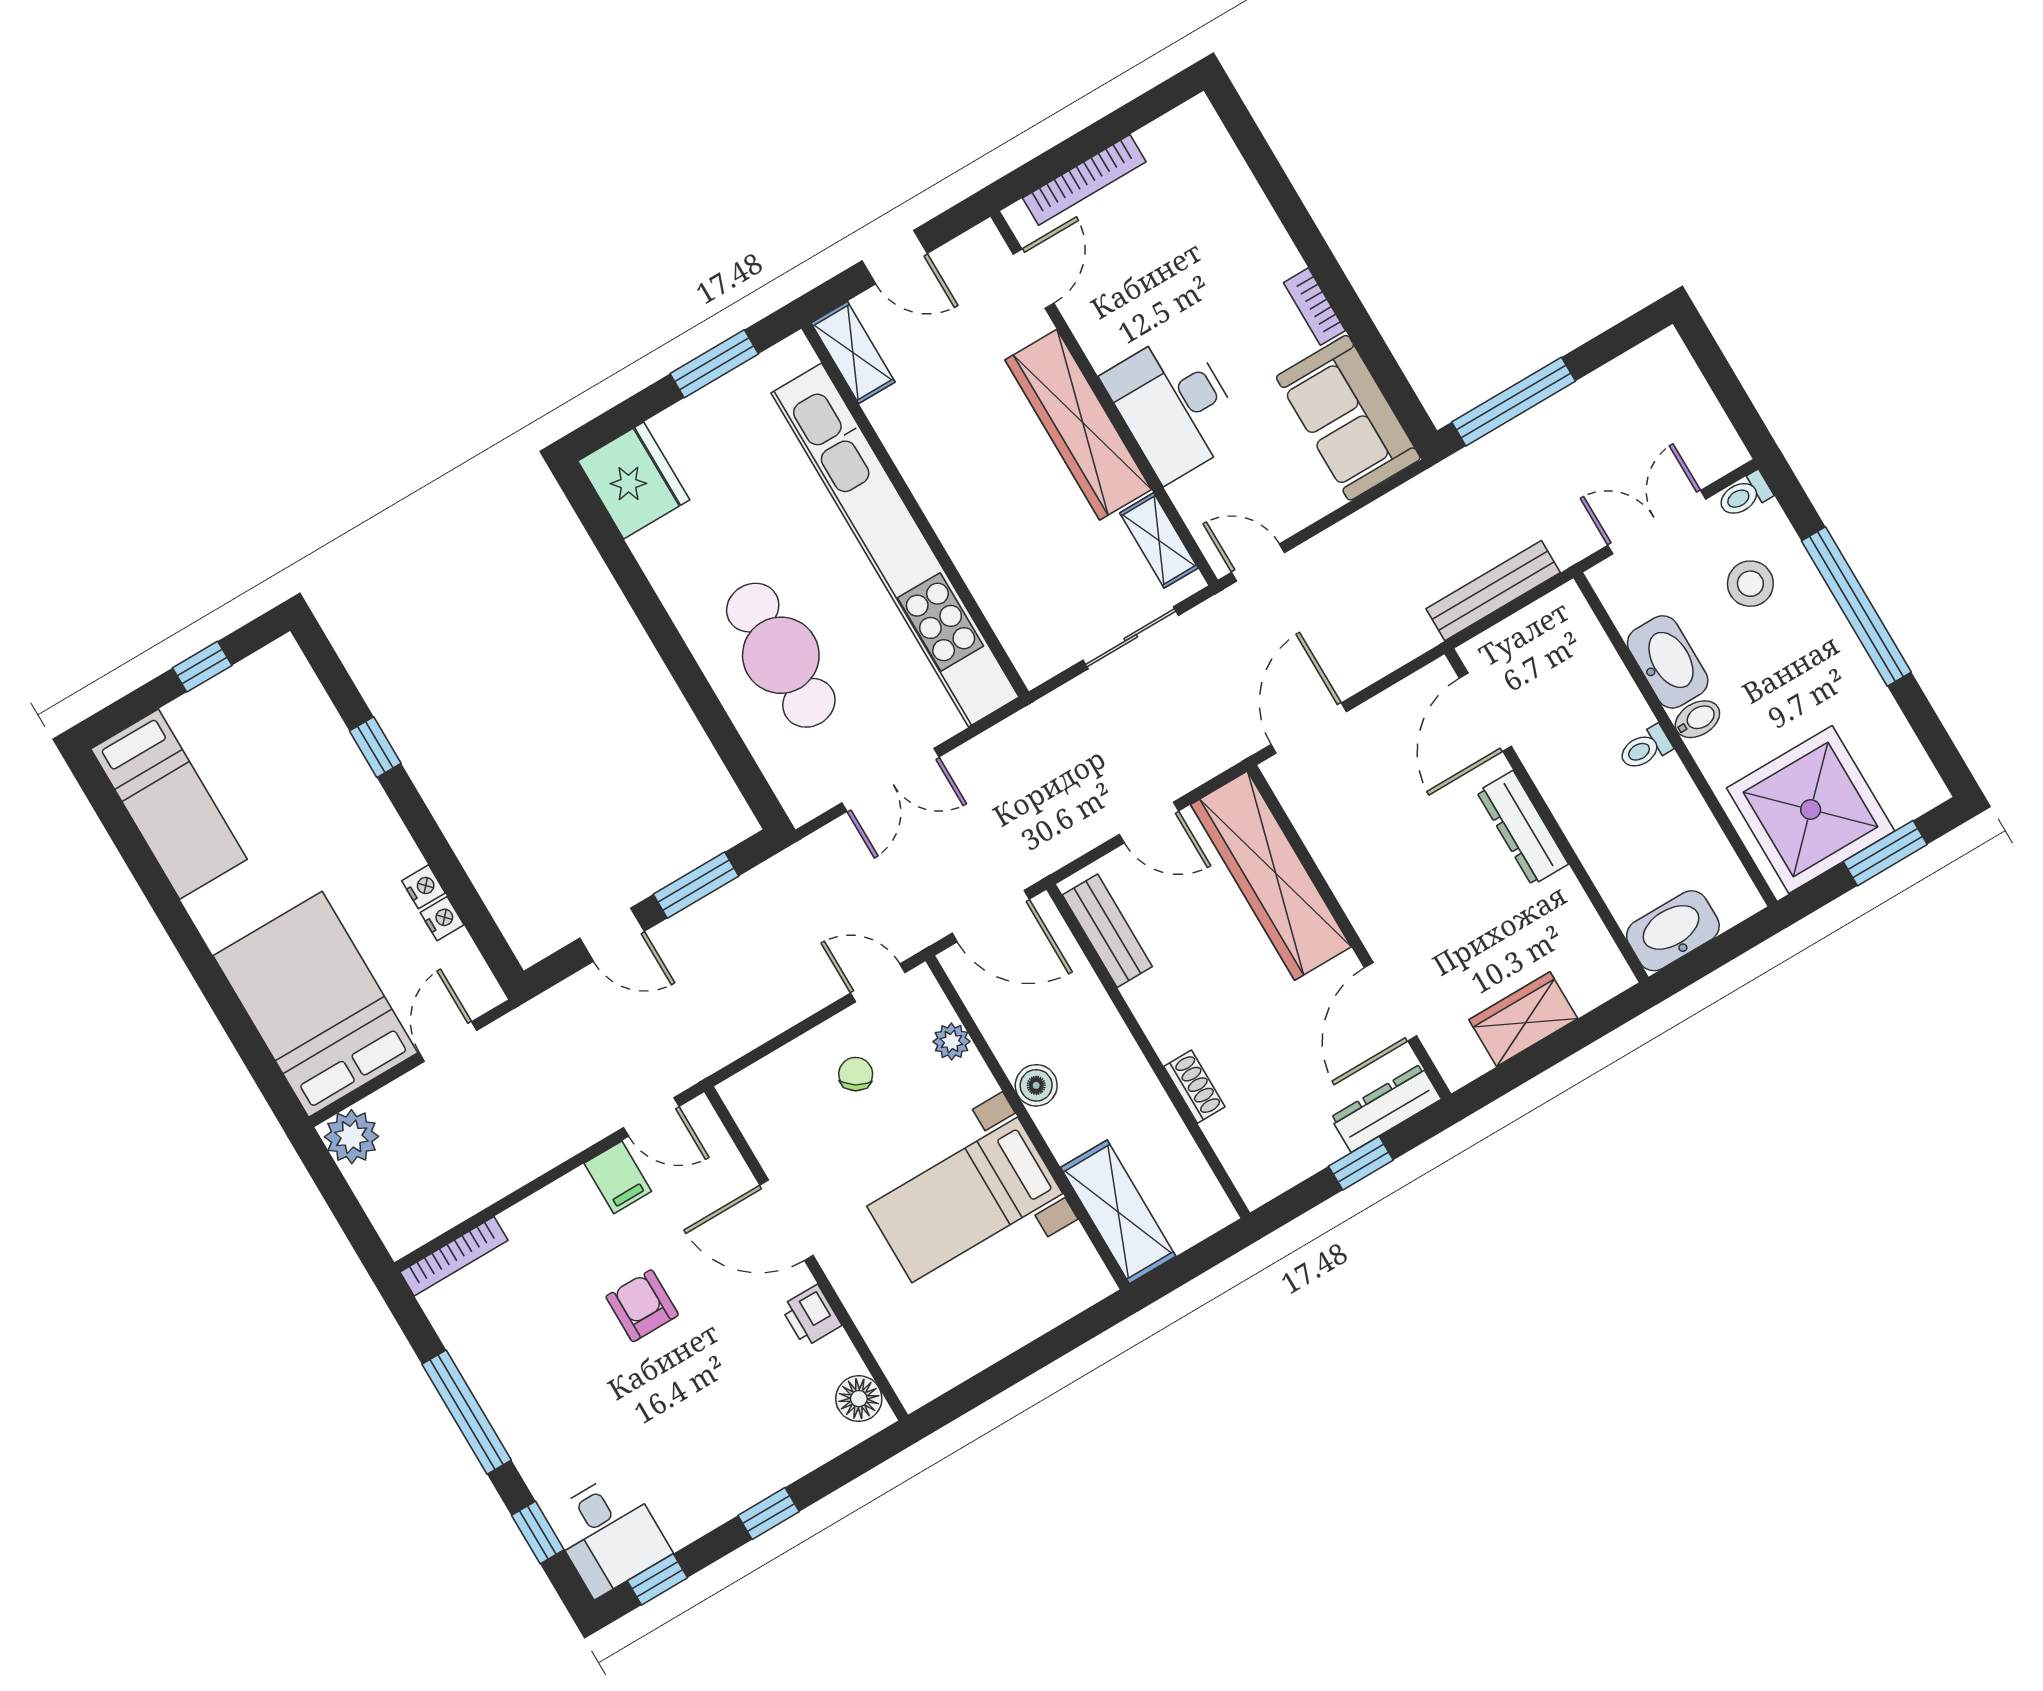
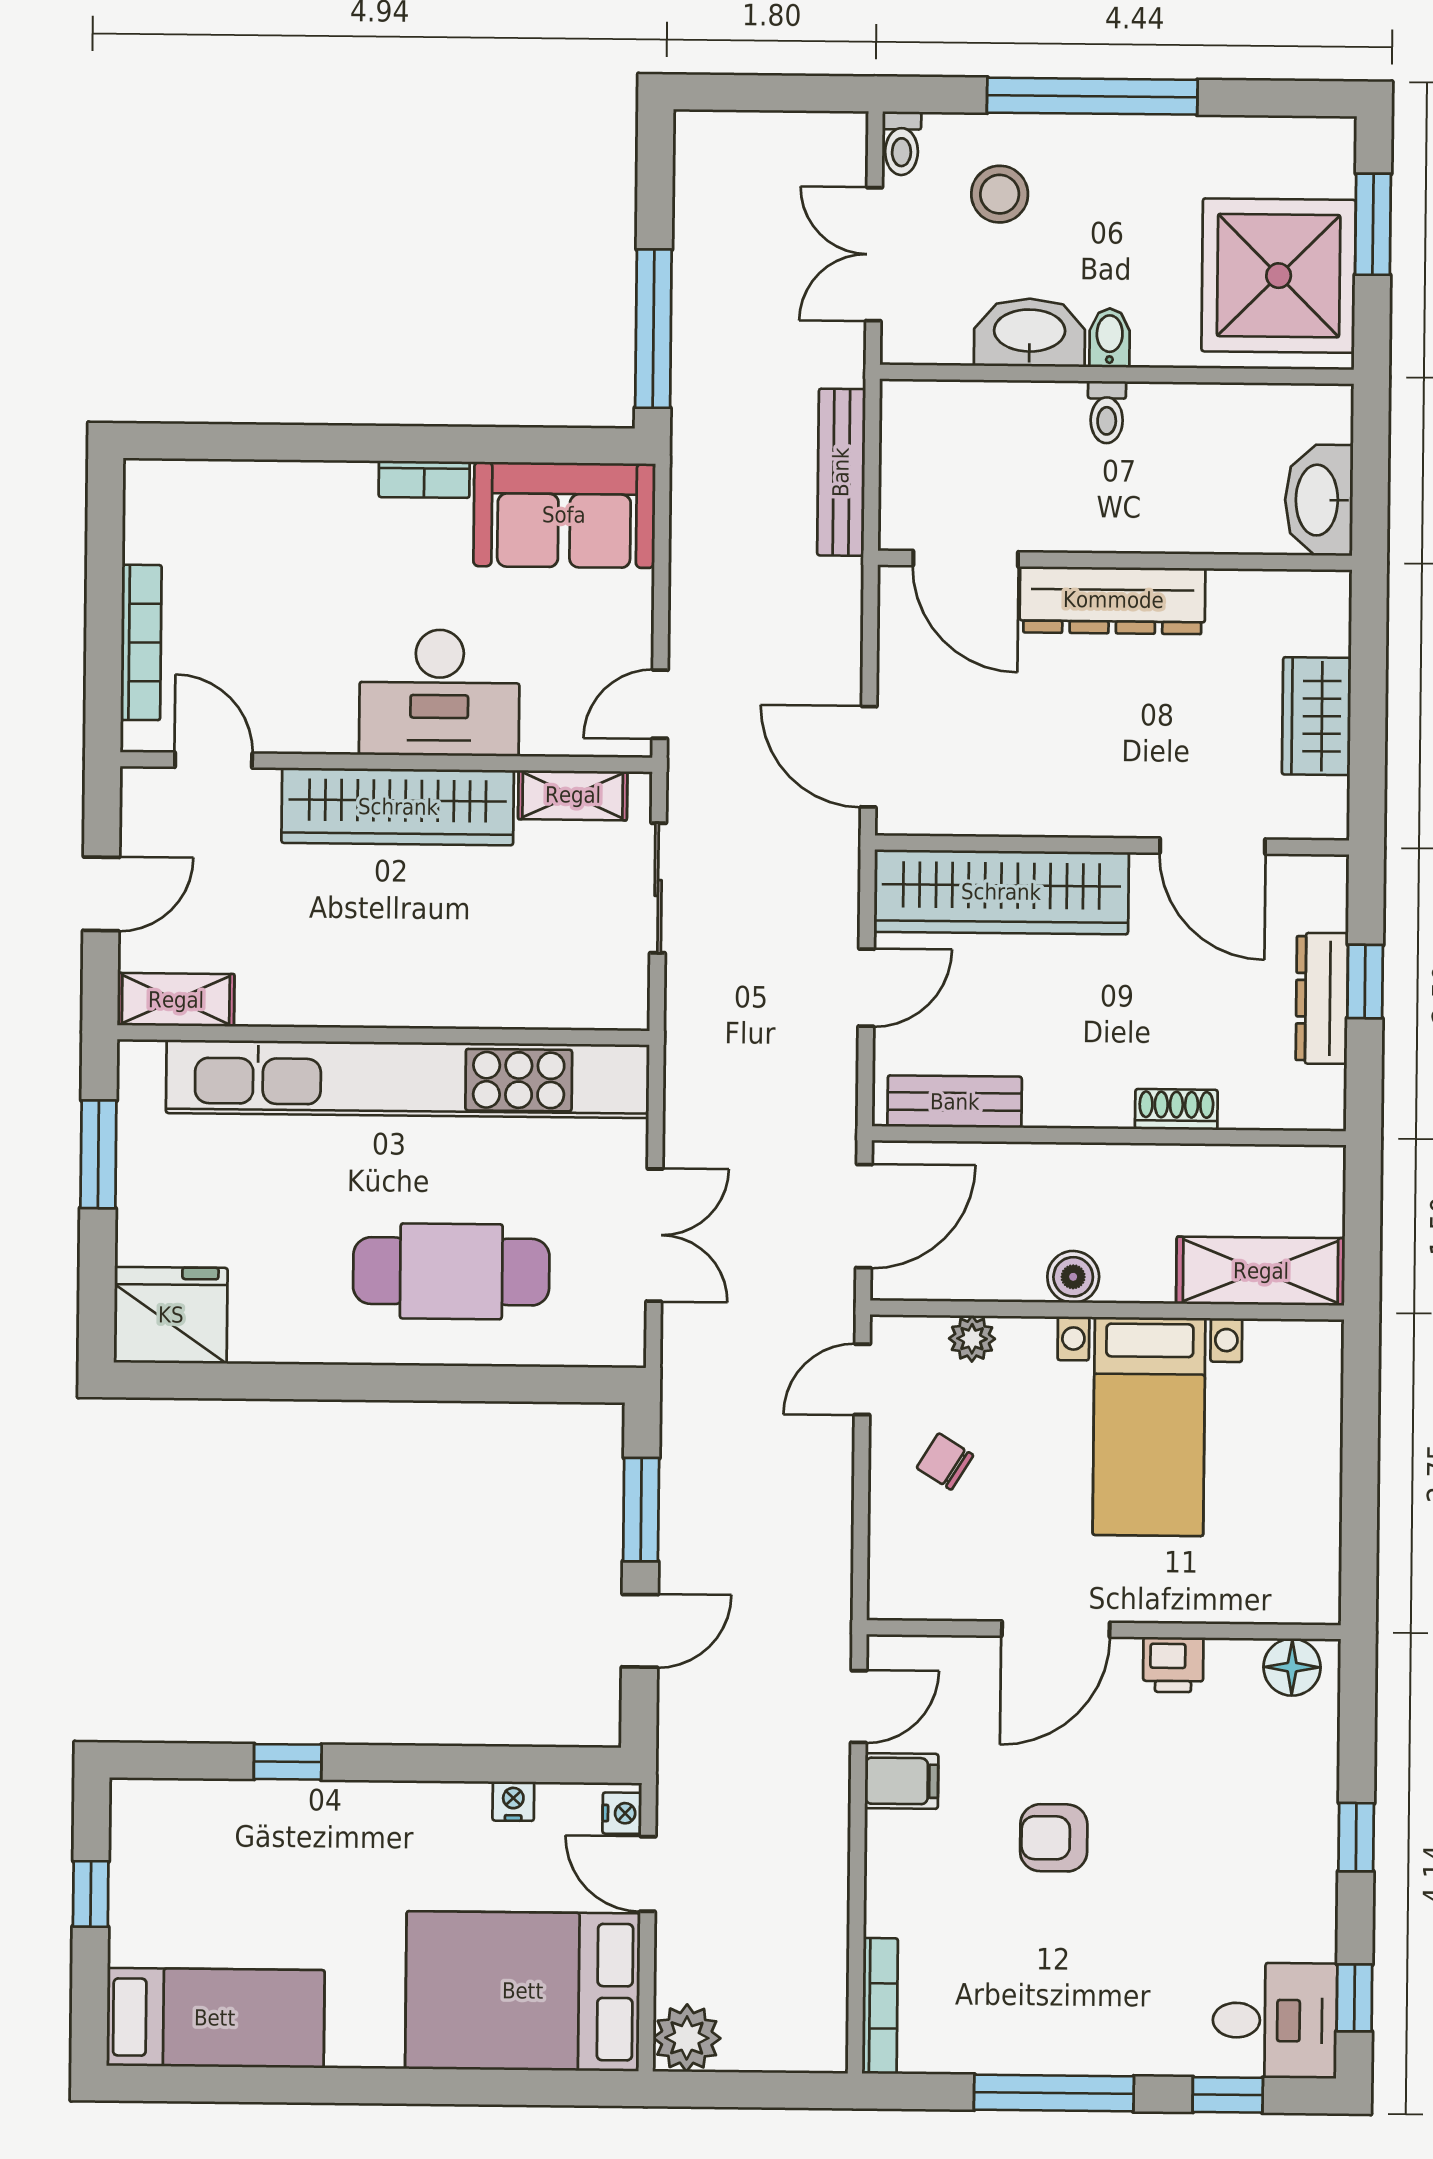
dresser: (1523, 828) -> (1113, 600), width x1.37, depth x1.24
nightstand: (423, 887) -> (622, 1813), moved, turned 90
dresser: (1386, 1108) -> (1322, 998), moved

